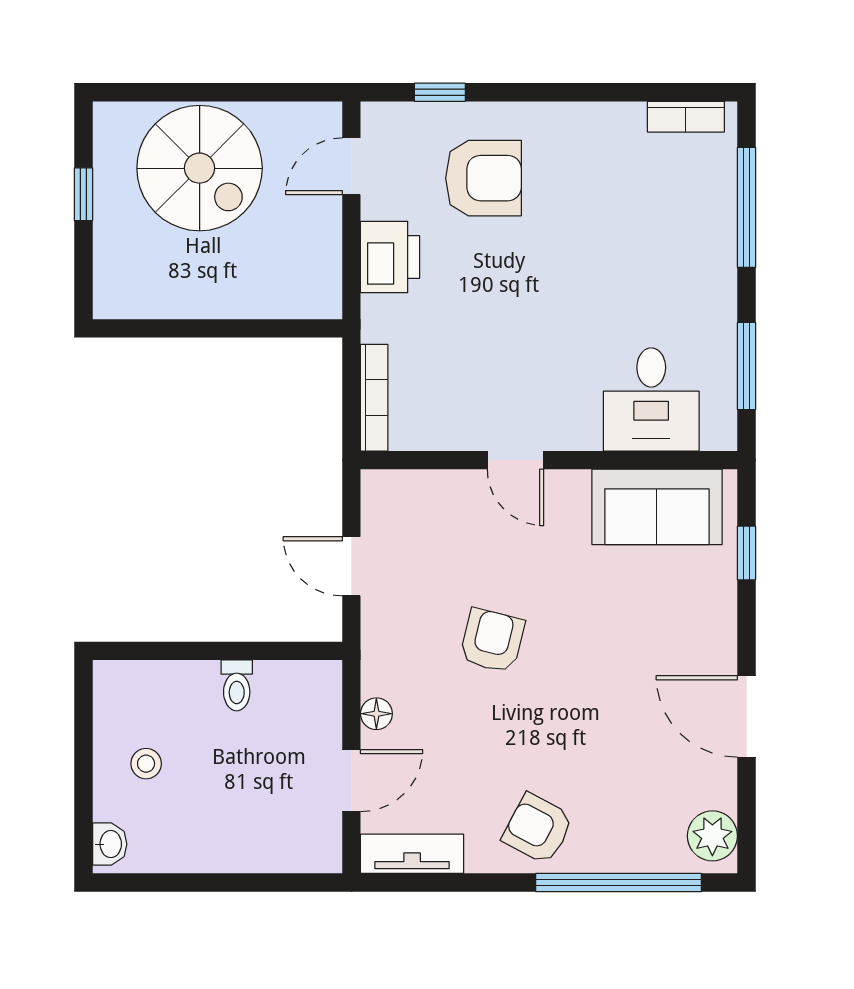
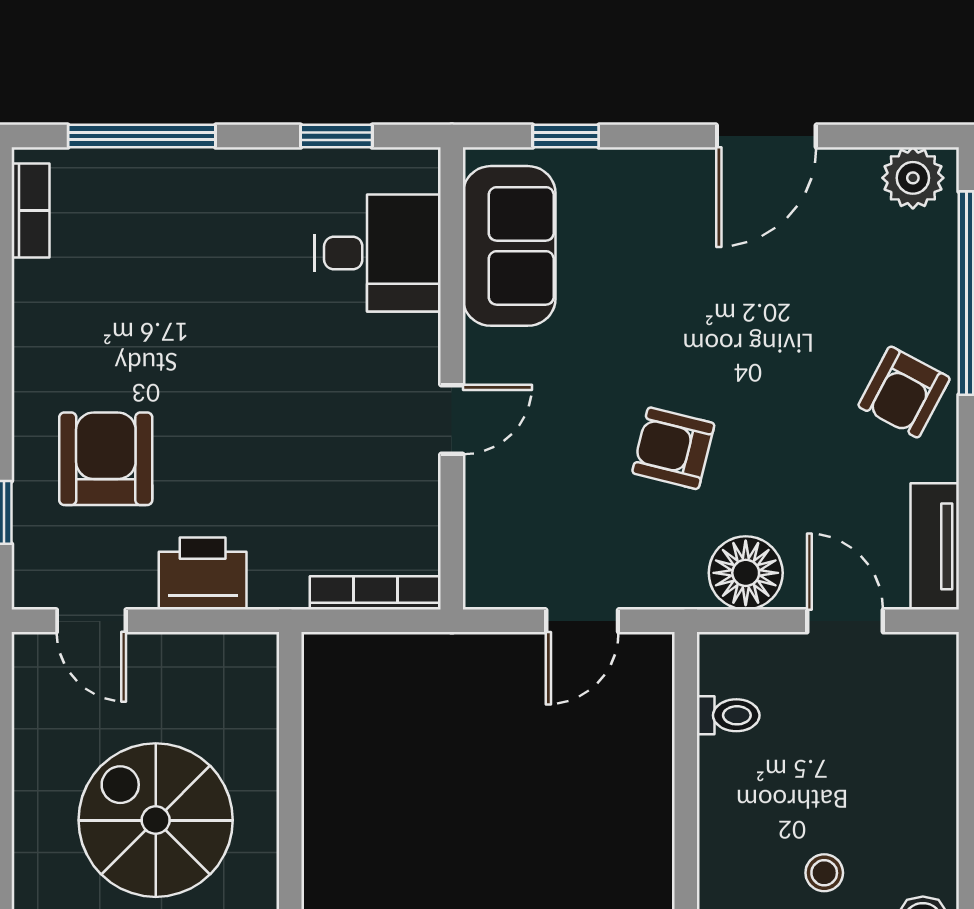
spiral stairs: (200, 168) -> (156, 820), moved, turned -90
window: (747, 366) -> (336, 136), width x0.67
toilet: (237, 685) -> (728, 715), moved
floor lamp: (376, 714) -> (746, 573), width x1.89, depth x1.89

